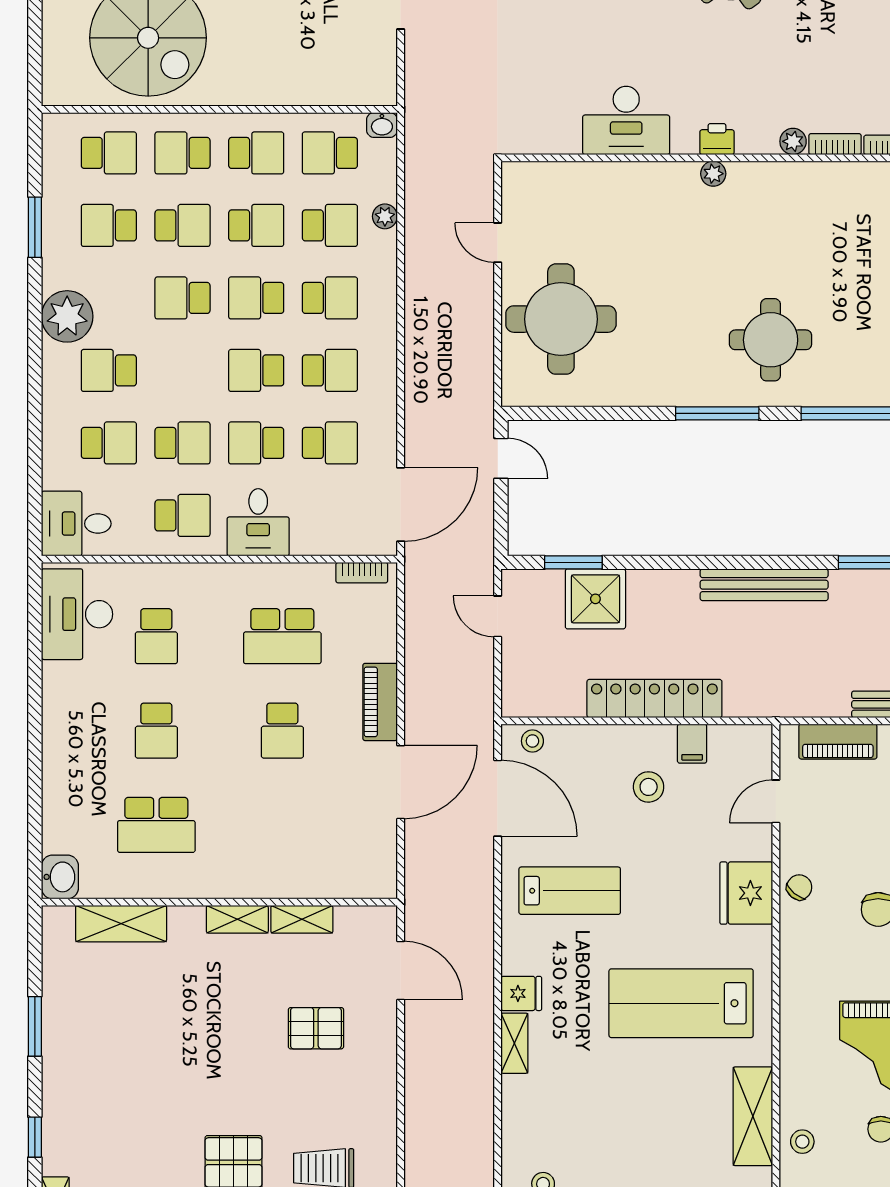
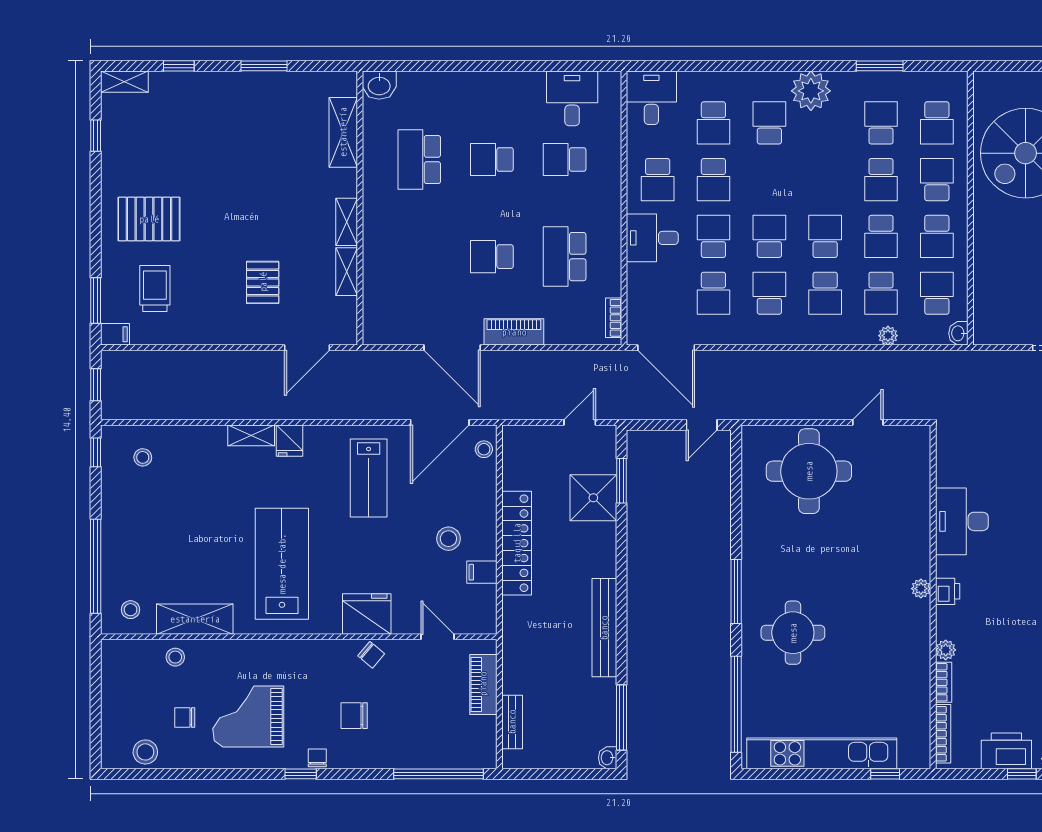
school desk: (182, 298) -> (825, 180), removed
school desk: (330, 370) -> (769, 293), turned 180
desk: (77, 614) -> (572, 98), width x0.73

